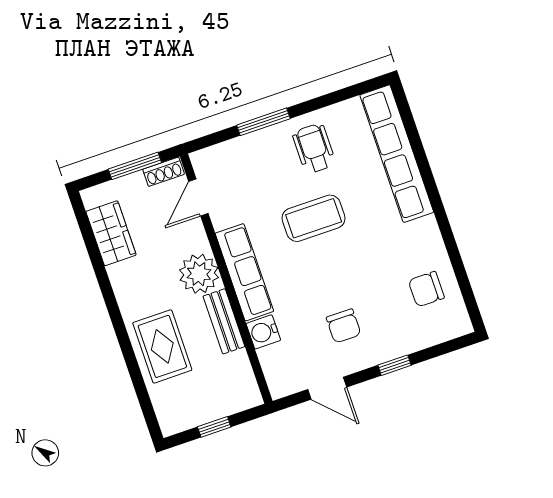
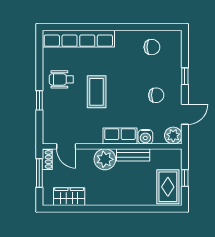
window: (263, 122) -> (39, 100), width x0.67
row of seats: (244, 272) -> (120, 136), width x0.68
chair: (426, 289) -> (152, 47), turned -90
rug: (162, 346) -> (168, 187), moved, turned 90
plant: (283, 381) -> (173, 136), added

